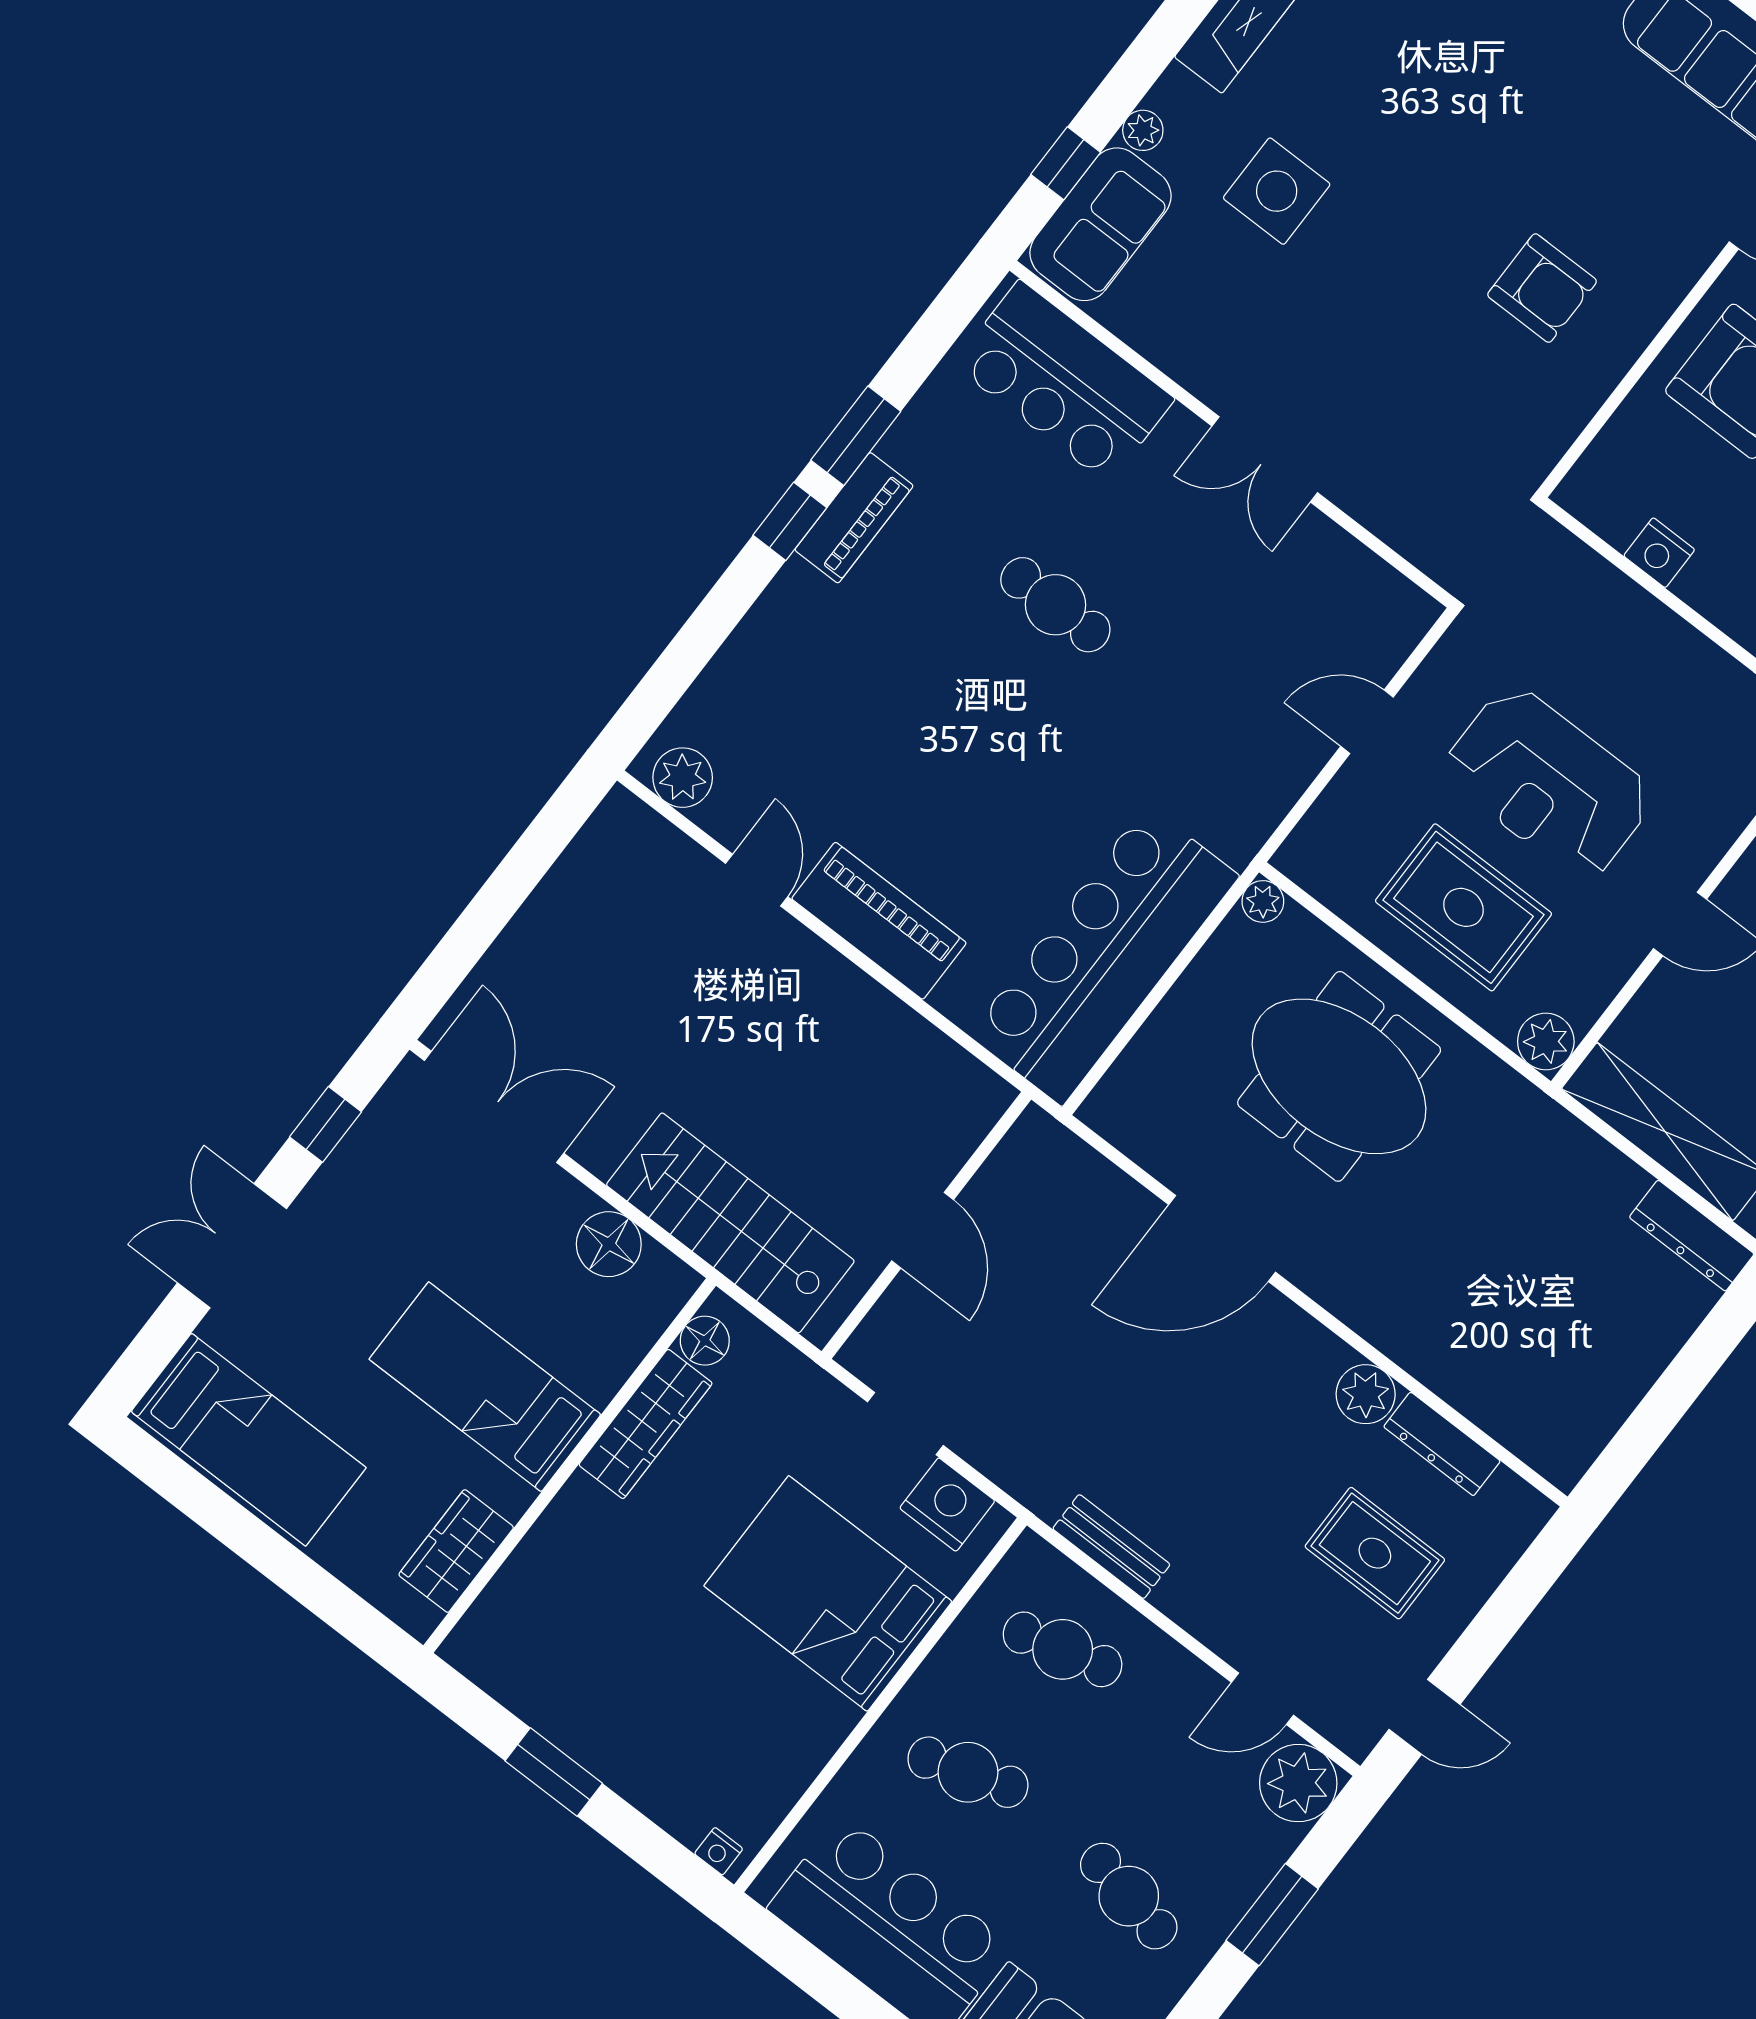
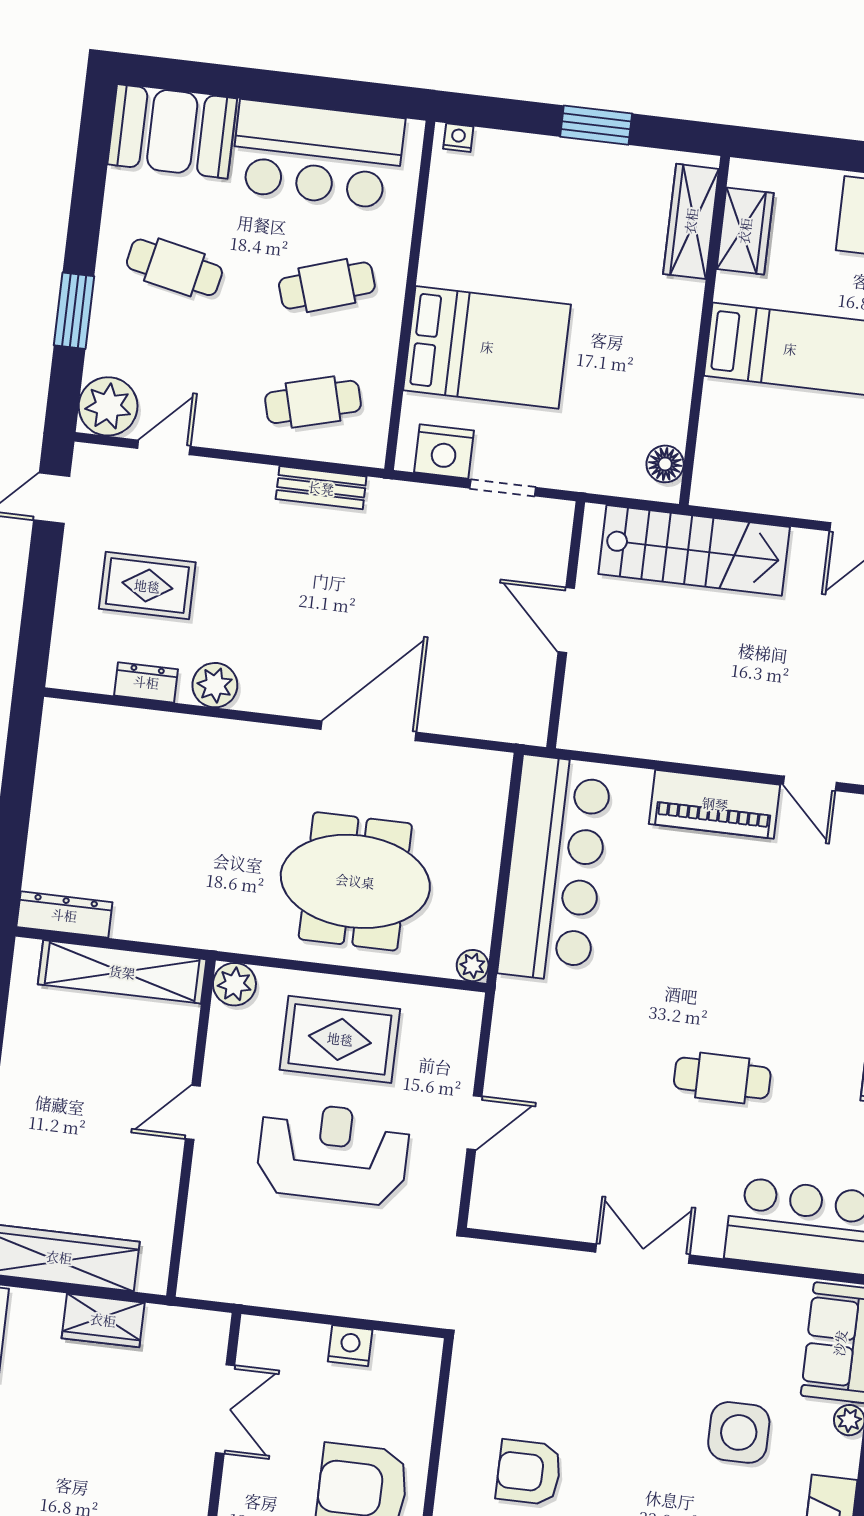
floor lamp: (609, 1244) -> (765, 490), removed
wardrobe: (646, 1424) -> (691, 221), moved
dresser: (1442, 1444) -> (146, 682), width x0.70

